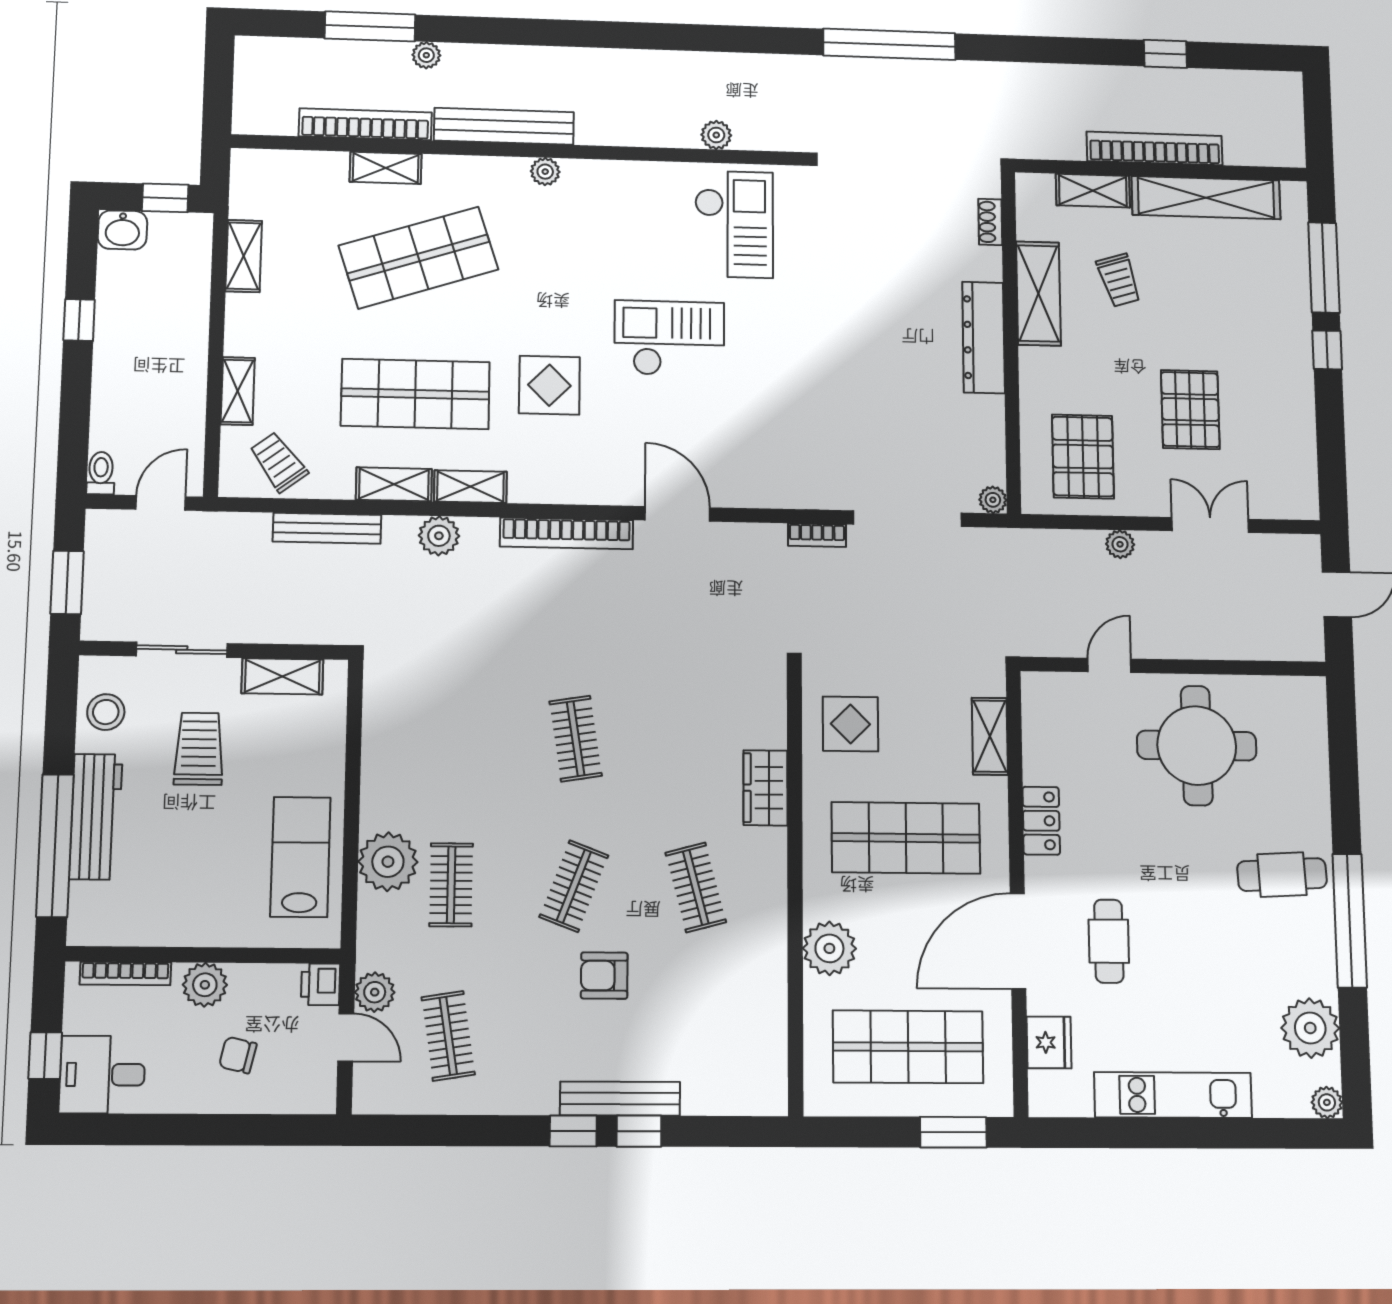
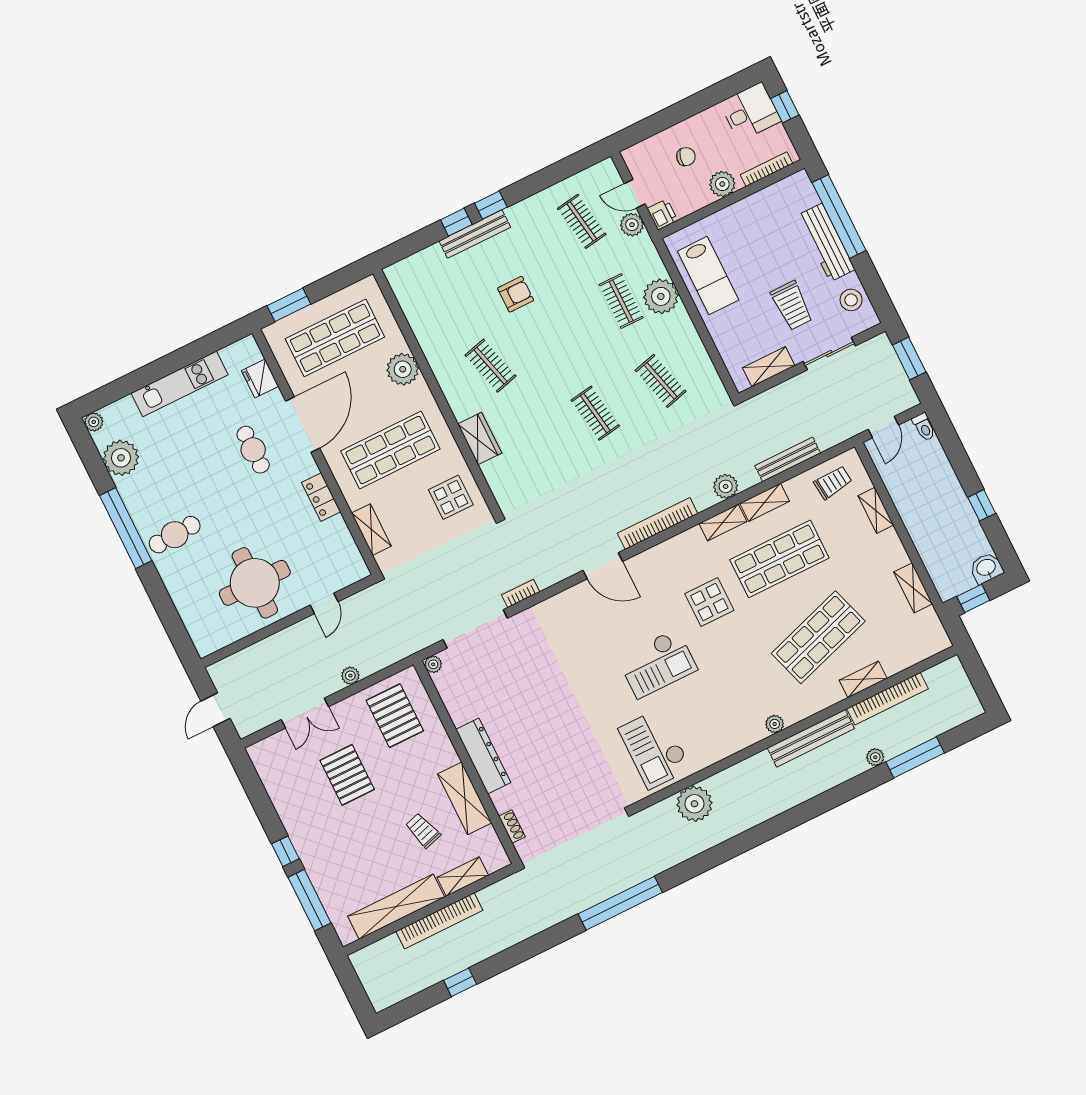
plant: (716, 135) -> (694, 804), width x1.88, depth x1.88
trolley: (279, 462) -> (833, 482), turned -59
clothes rail: (574, 886) -> (661, 381), moved, turned -36

